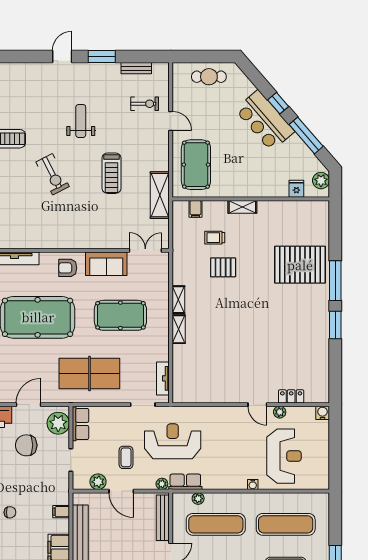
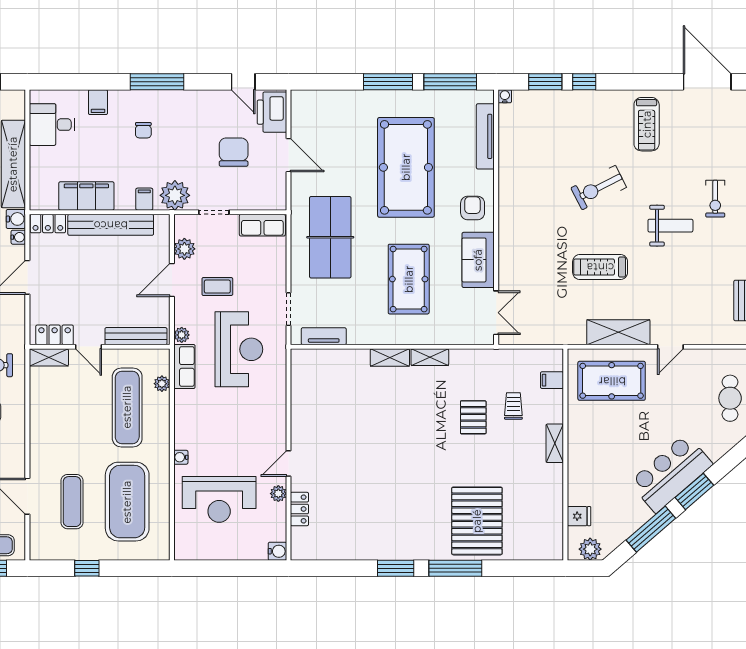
window: (278, 103) -> (694, 491), width x1.50
exercise bike: (145, 104) -> (715, 199), moved
shelving: (160, 195) -> (618, 332), moved
plant: (58, 423) -> (175, 195), moved
exercise mat: (286, 524) -> (127, 502), width x1.47

